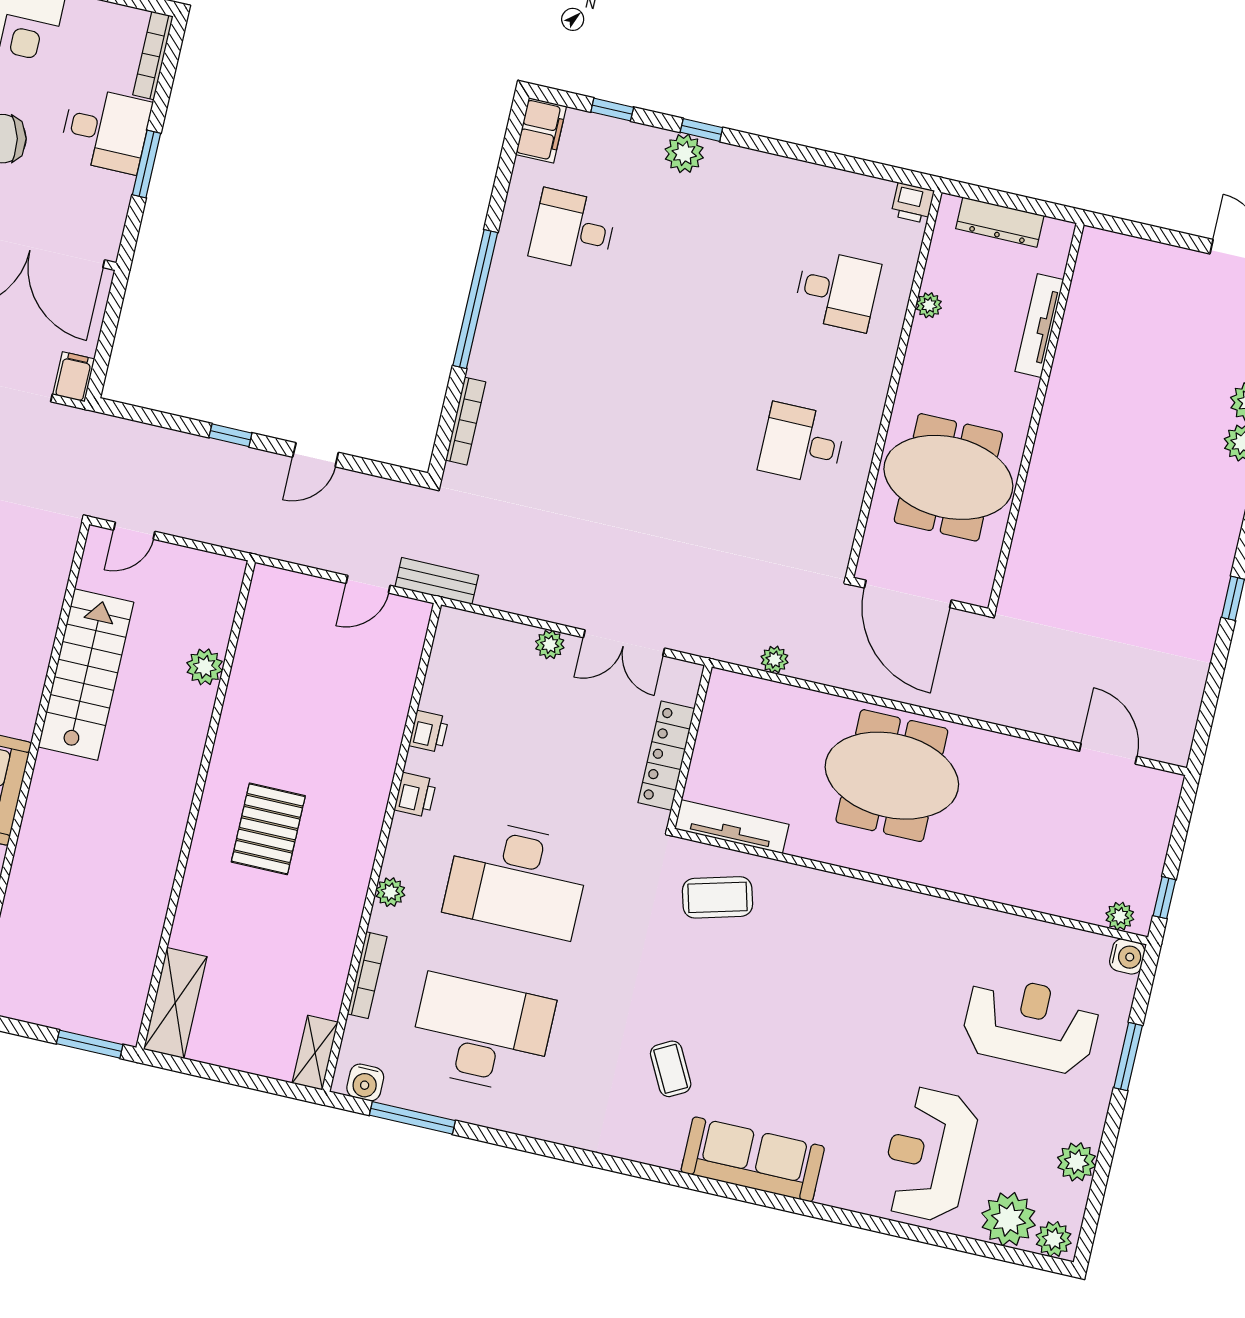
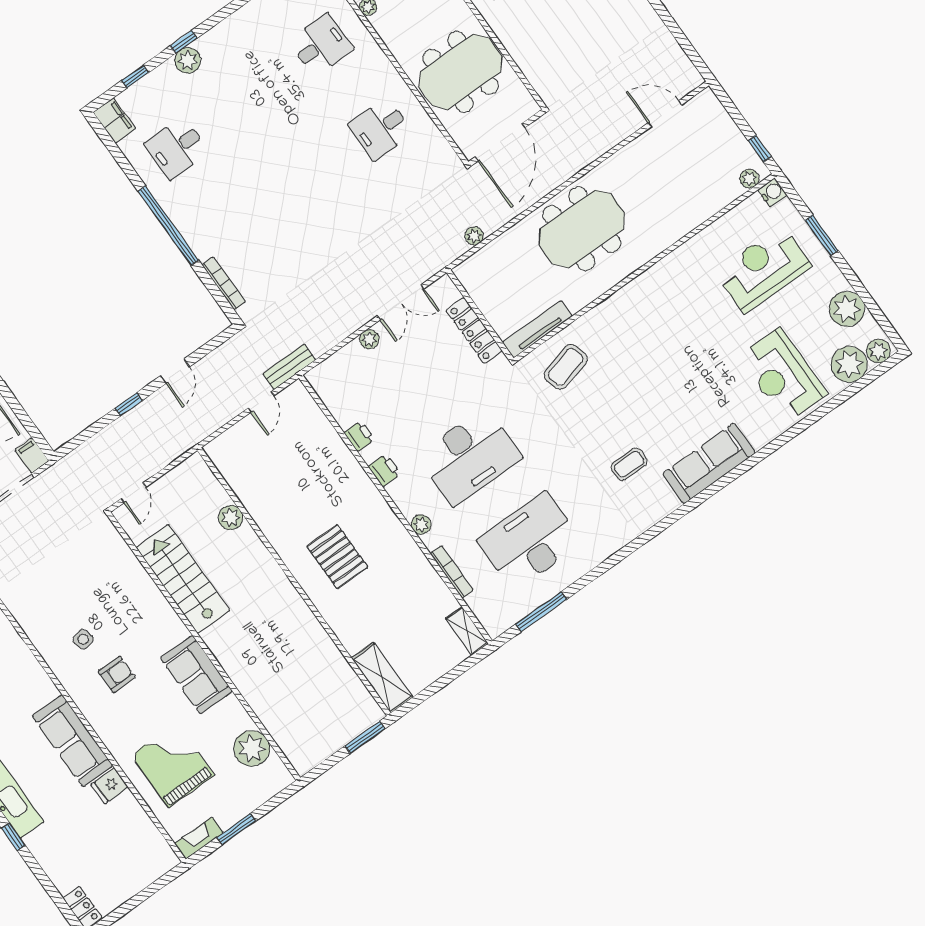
door: (908, 594) -> (500, 142), hinge flipped
coffee table: (671, 1069) -> (629, 464), turned -62
water cooler: (365, 1083) -> (503, 619), removed
plant: (1077, 1162) -> (847, 309), width x1.36, depth x1.36

